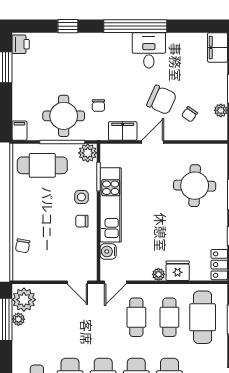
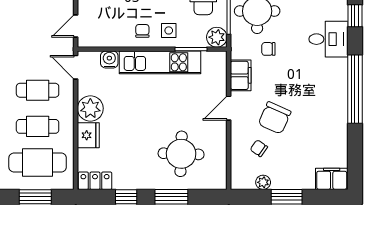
desk: (149, 50) -> (328, 39), moved
door: (153, 142) -> (229, 108), swing flipped
plant: (159, 274) -> (90, 108), width x1.88, depth x1.88

